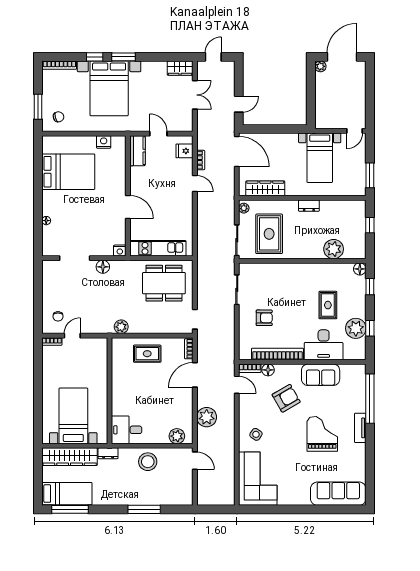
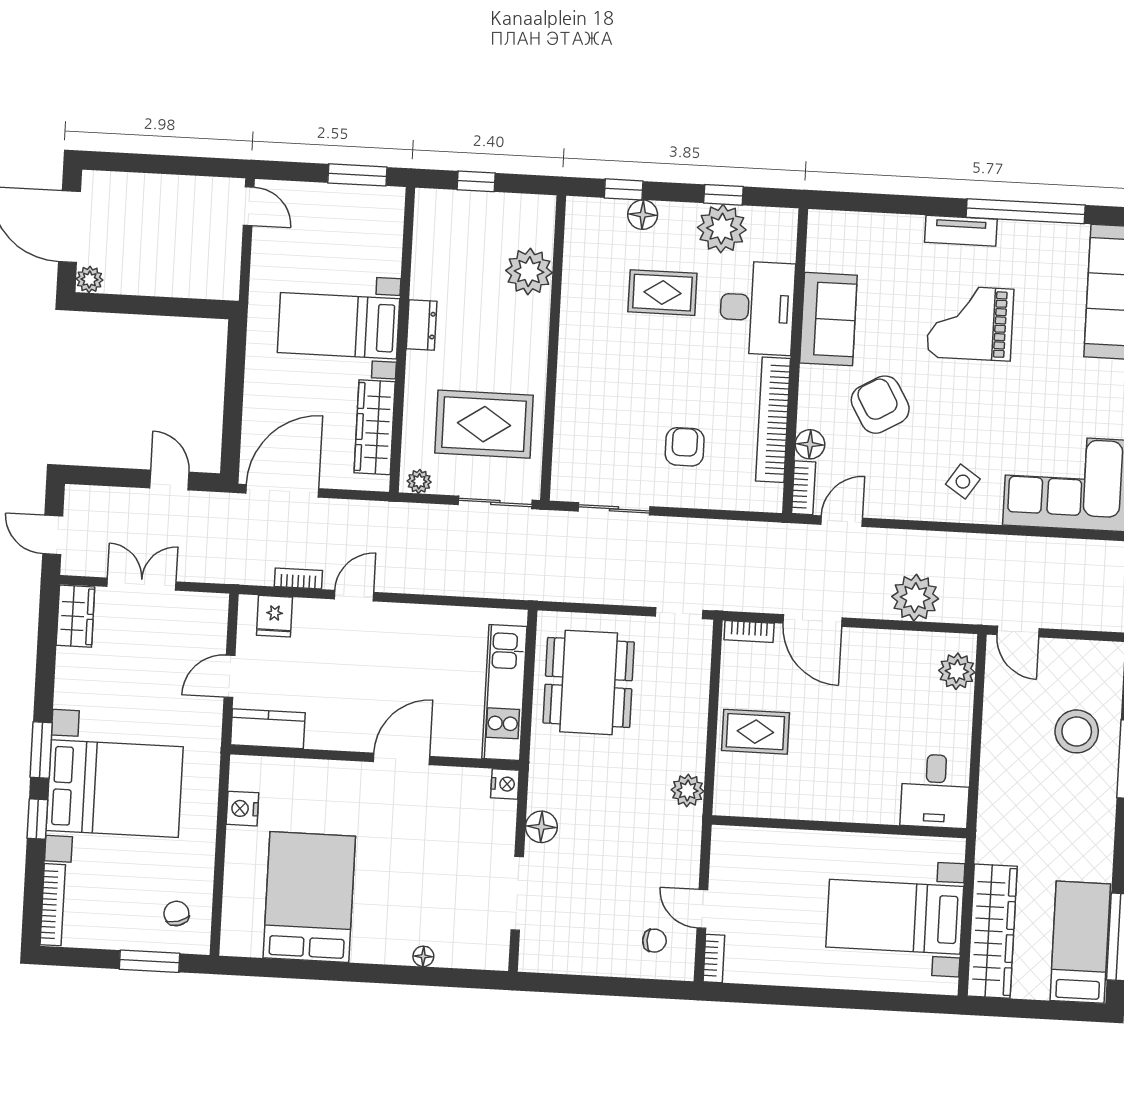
bed with nightstands: (320, 158) -> (339, 326), moved, turned 180
floor lamp: (360, 269) -> (643, 215), moved
rug: (147, 354) -> (755, 732), turned 90
window: (370, 399) -> (1026, 211), moved
dresser: (108, 453) -> (989, 838), removed
door: (195, 461) -> (1018, 632), swing flipped
stool: (148, 462) -> (1077, 731), moved

